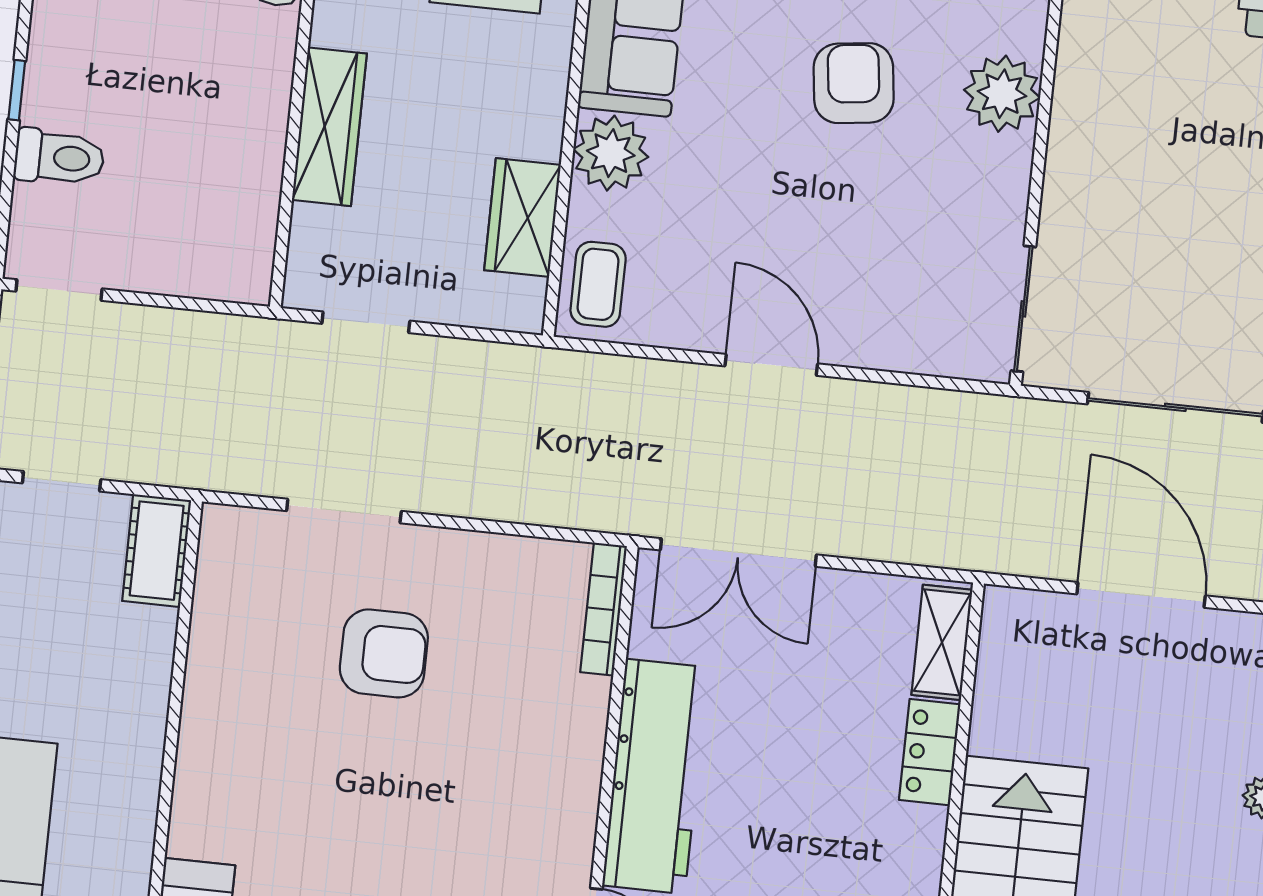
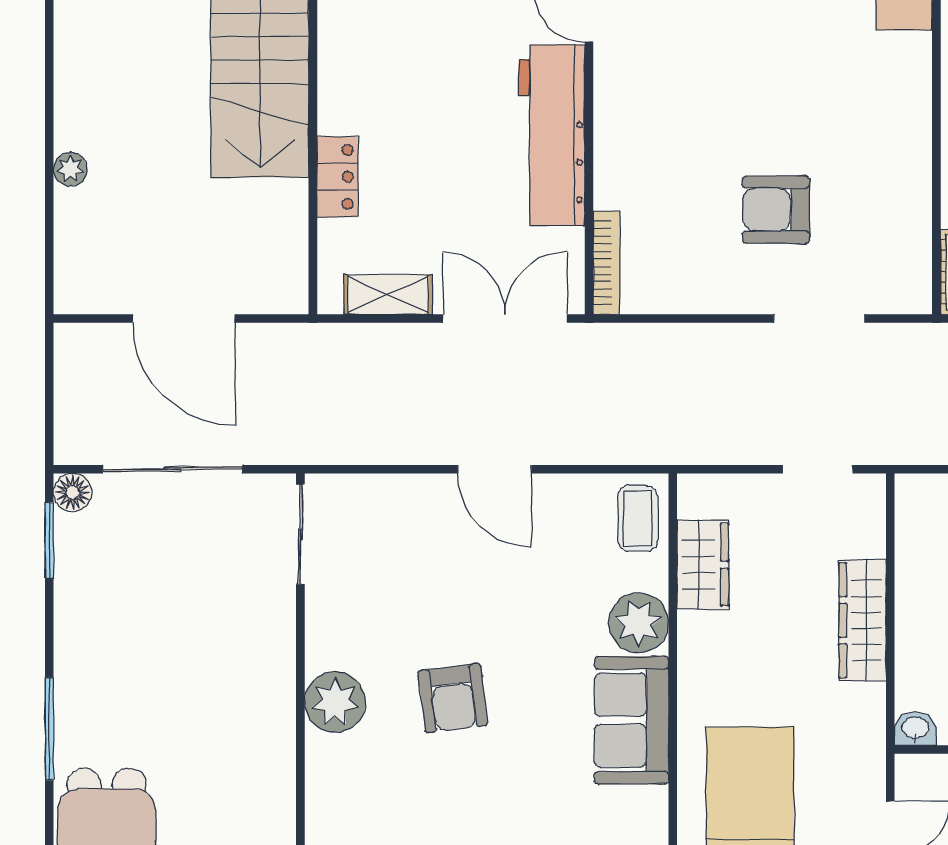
shelving: (942, 642) -> (388, 295), moved, turned 90

